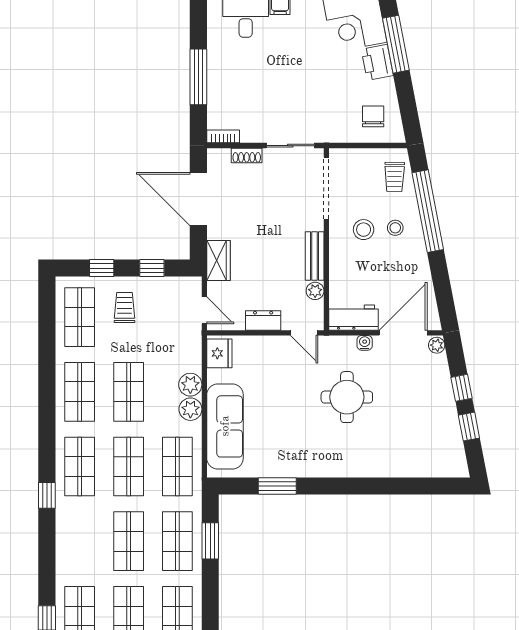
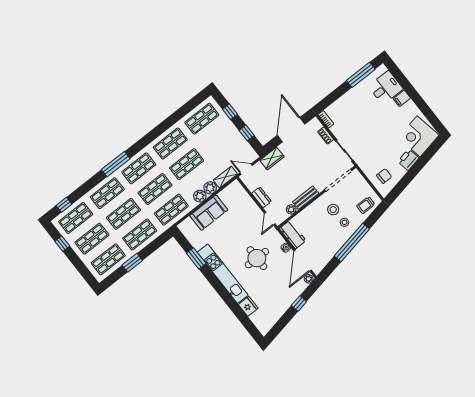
window: (396, 44) -> (422, 162), removed
window: (198, 77) -> (361, 75), moved
window: (428, 211) -> (352, 242), moved
trolley: (124, 308) -> (221, 134), removed
door: (204, 310) -> (246, 169), swing flipped
door: (403, 333) -> (303, 261), swing flipped
shelving: (192, 350) -> (225, 177), added
fridge: (219, 353) -> (248, 306), moved, turned -90
sofa: (225, 426) -> (209, 213), width x0.73
window: (469, 427) -> (285, 320), removed
kitchen unit: (330, 465) -> (223, 274), added
window: (47, 495) -> (116, 164), width x2.17
shop shelf: (80, 541) -> (107, 193), added
window: (210, 541) -> (132, 263), moved

